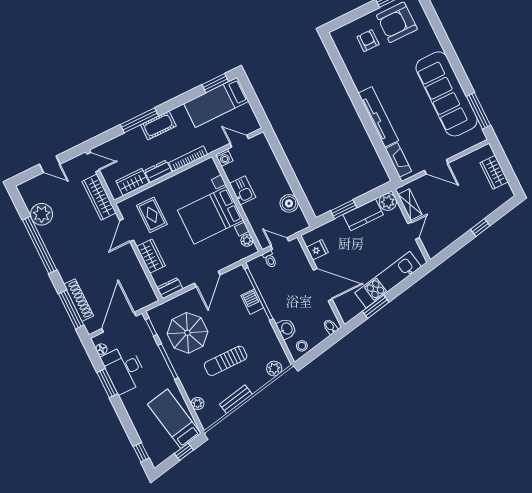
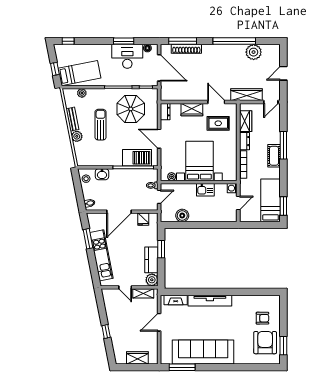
barbecue: (252, 302) -> (137, 158), width x1.88, depth x1.53
plant: (274, 369) -> (77, 136), moved

